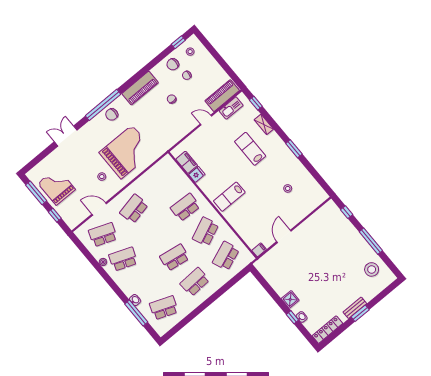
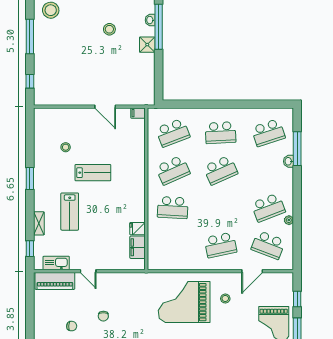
lab bench: (229, 197) -> (93, 173), moved
door: (99, 209) -> (252, 271), hinge flipped
door: (284, 236) -> (105, 107), hinge flipped
school desk: (175, 257) -> (220, 170), turned -33
school desk: (123, 259) -> (268, 208), turned -42
stool: (323, 289) -> (109, 29), added
school desk: (164, 308) -> (268, 133), turned -39
window: (292, 317) -> (159, 27), width x3.17

